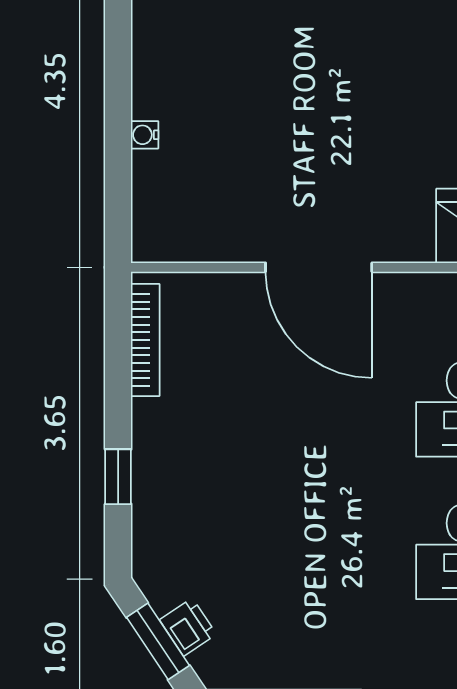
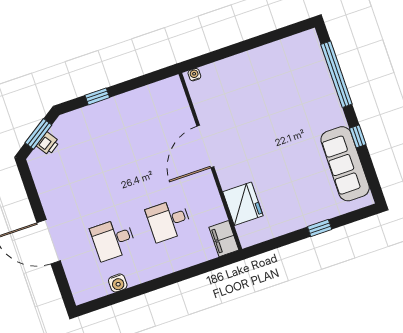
water cooler: (145, 135) -> (194, 75), moved
bookcase: (145, 340) -> (154, 89), removed

